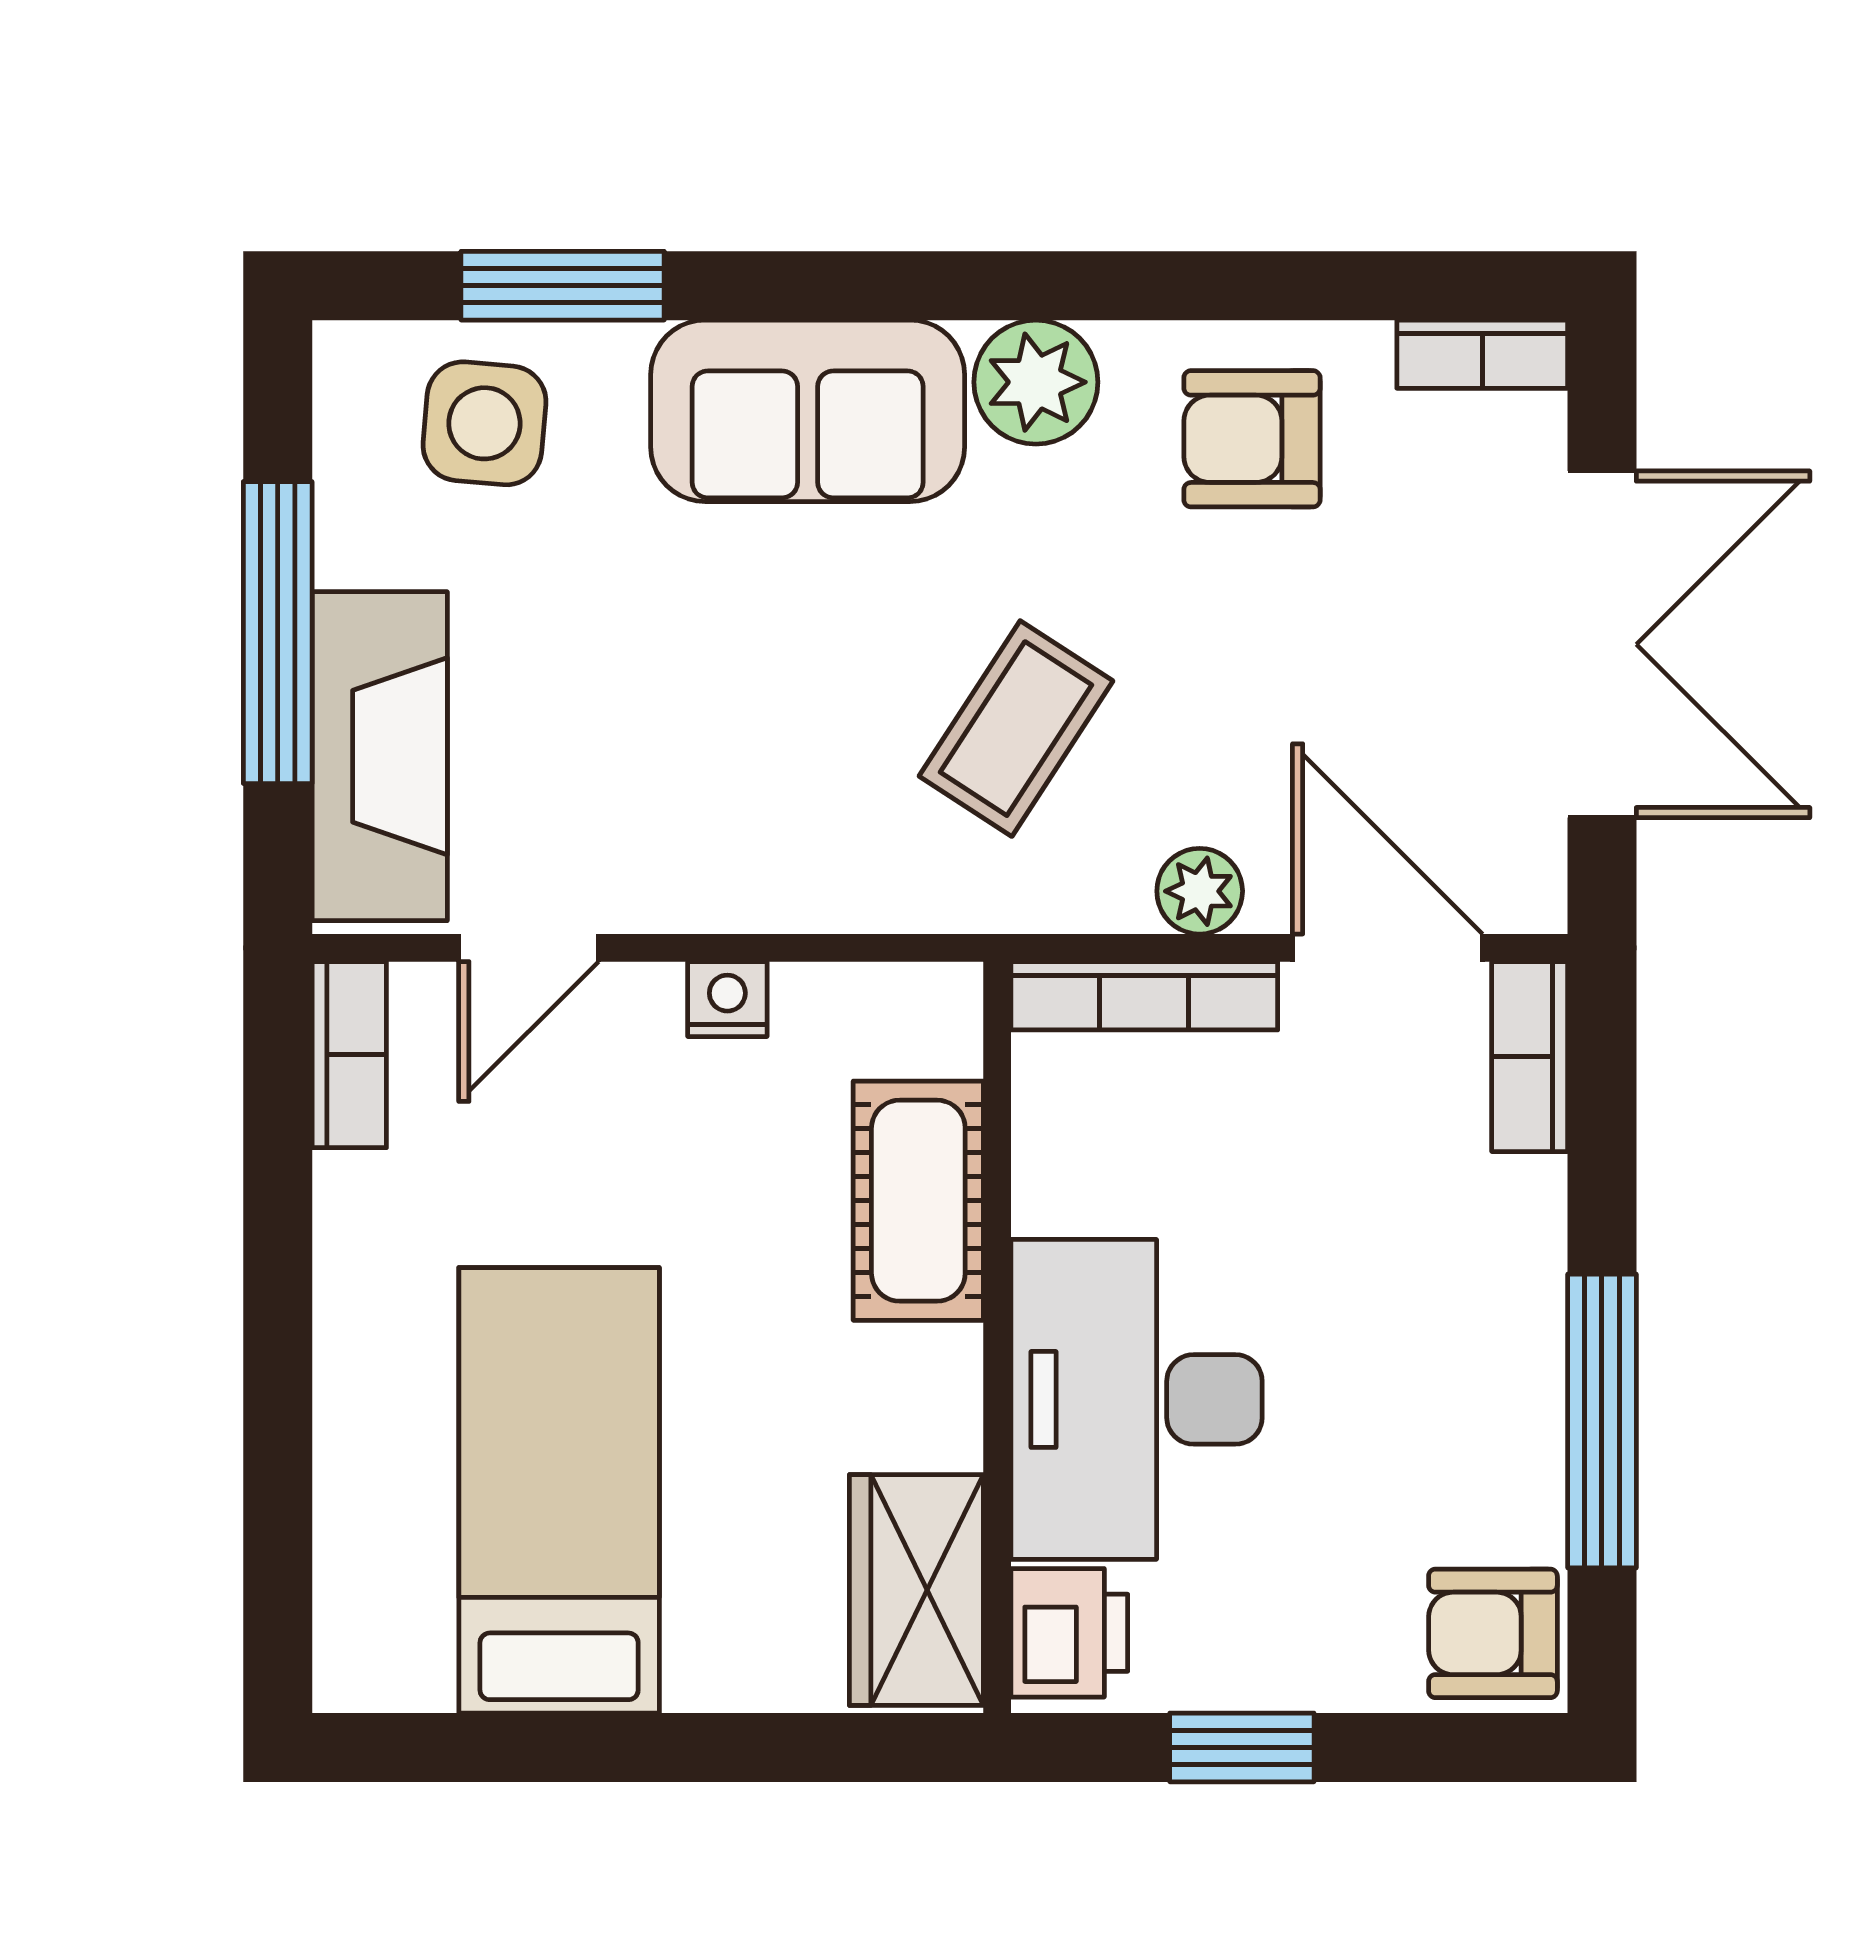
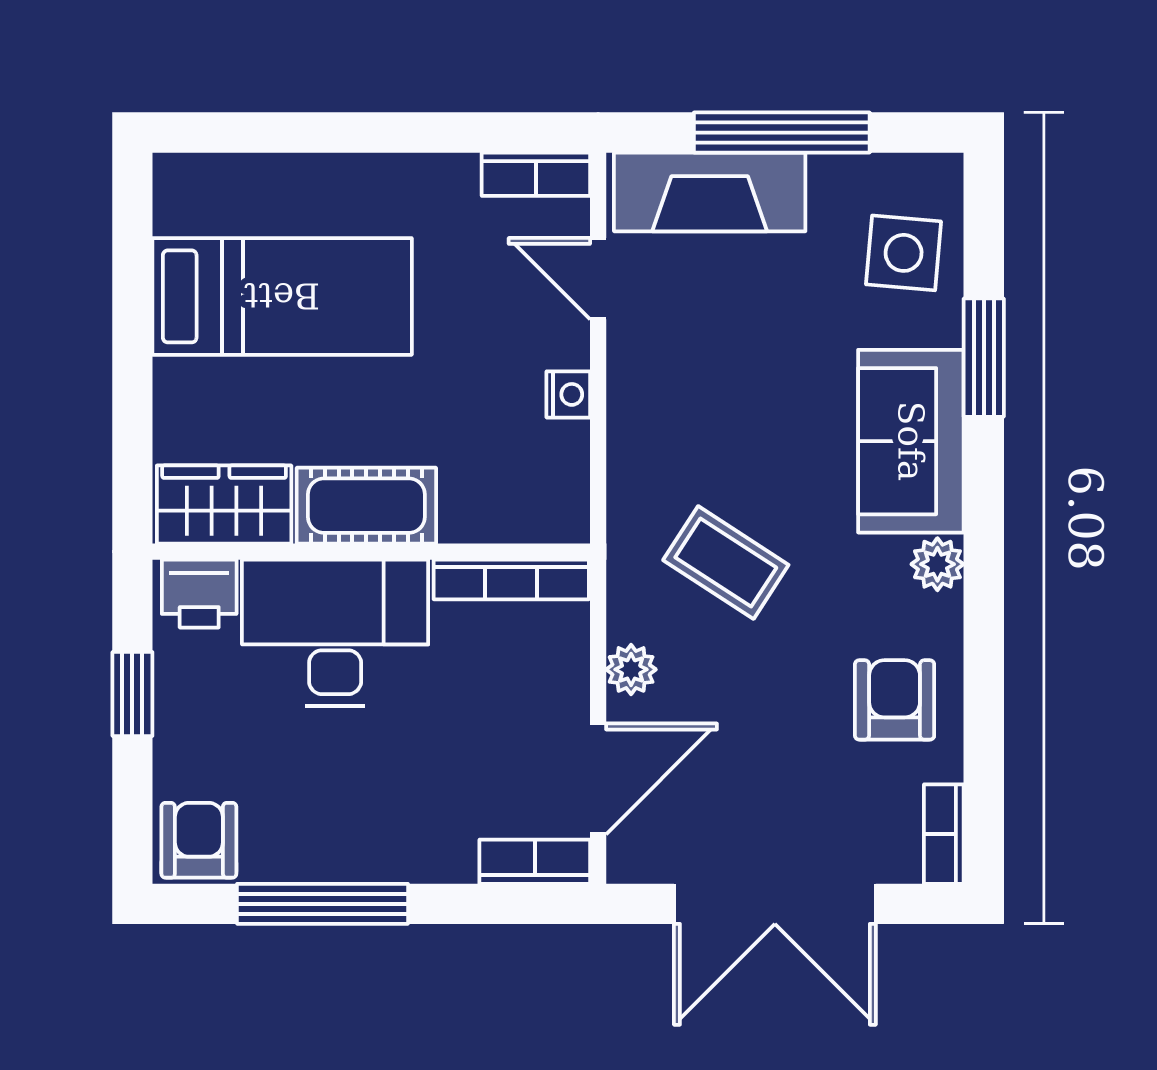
window: (563, 286) -> (984, 358), moved
plant: (1036, 382) -> (937, 564), width x0.73, depth x0.73
bookcase: (1144, 996) -> (511, 579), moved, turned -90
cot: (918, 1201) -> (366, 506), moved

